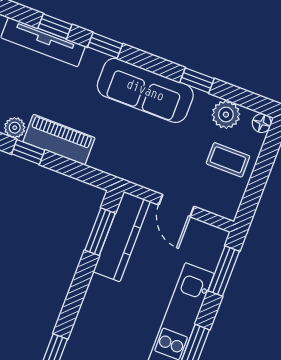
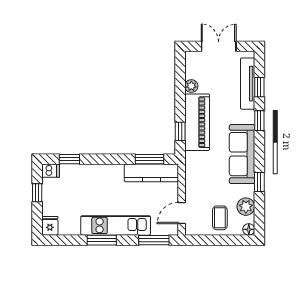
piano: (59, 140) -> (197, 122), width x1.37, depth x1.33
window: (28, 152) -> (180, 131), moved
door: (176, 206) -> (182, 213), moved

